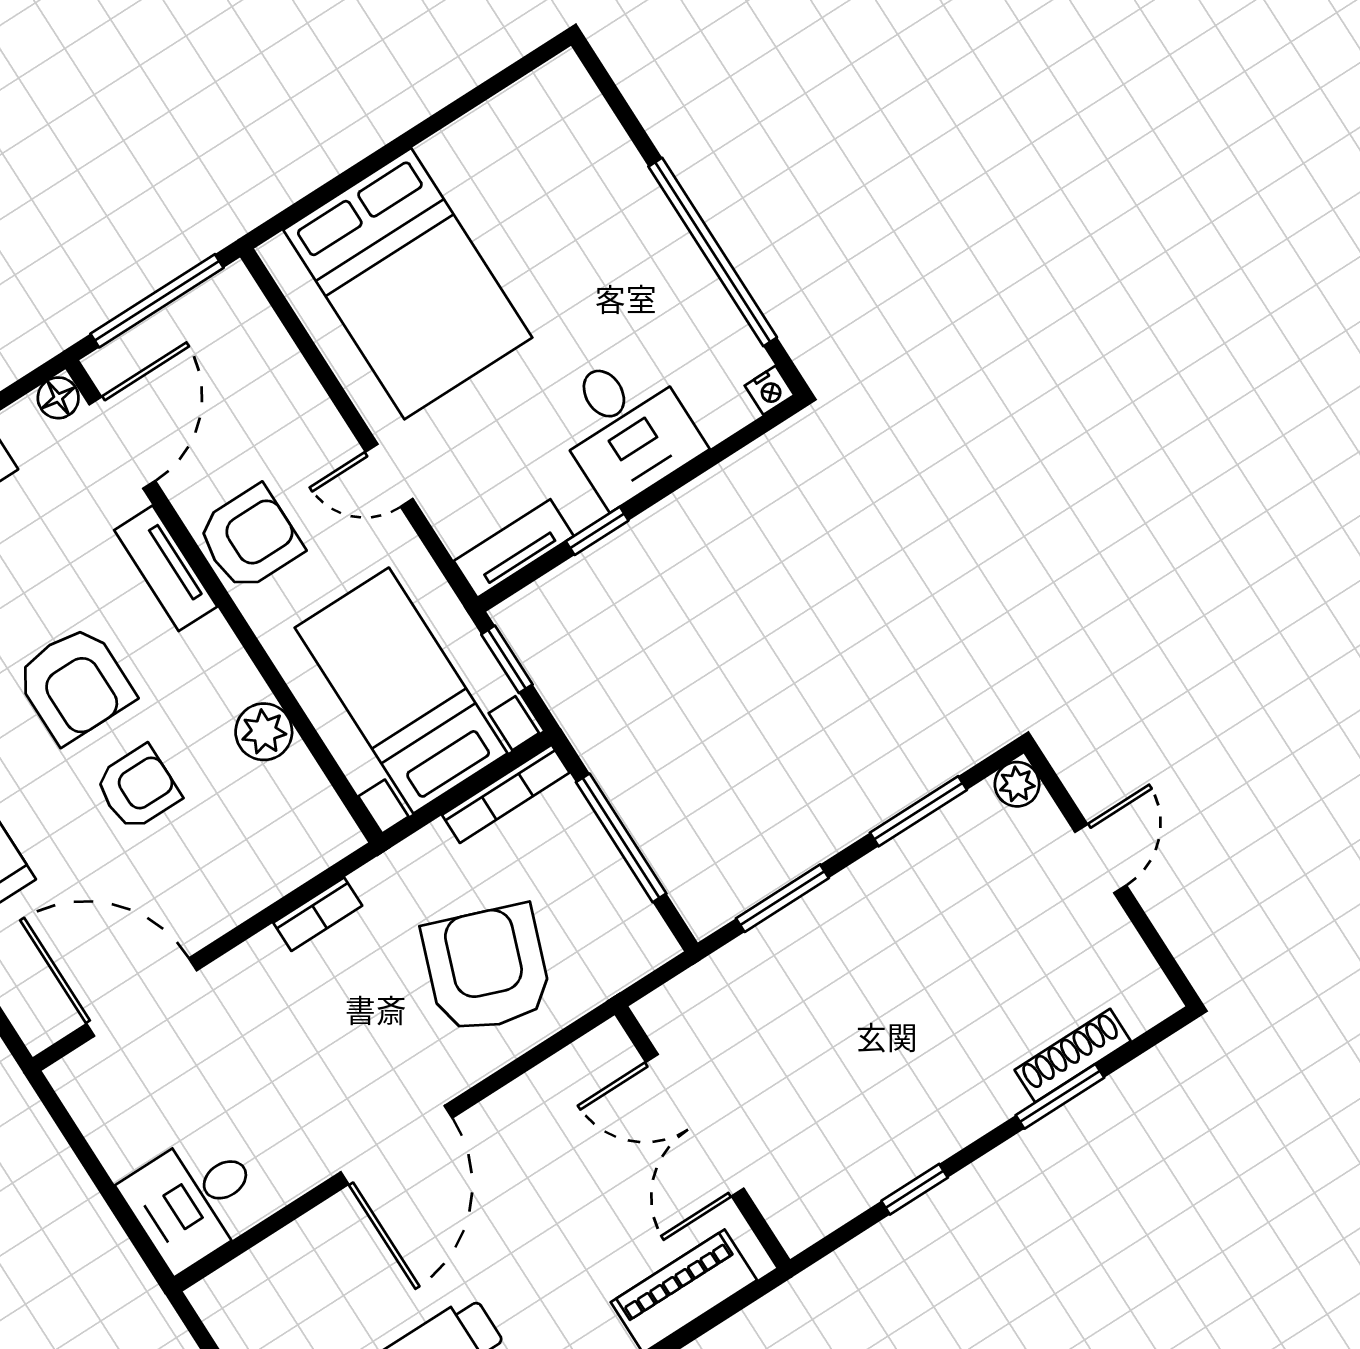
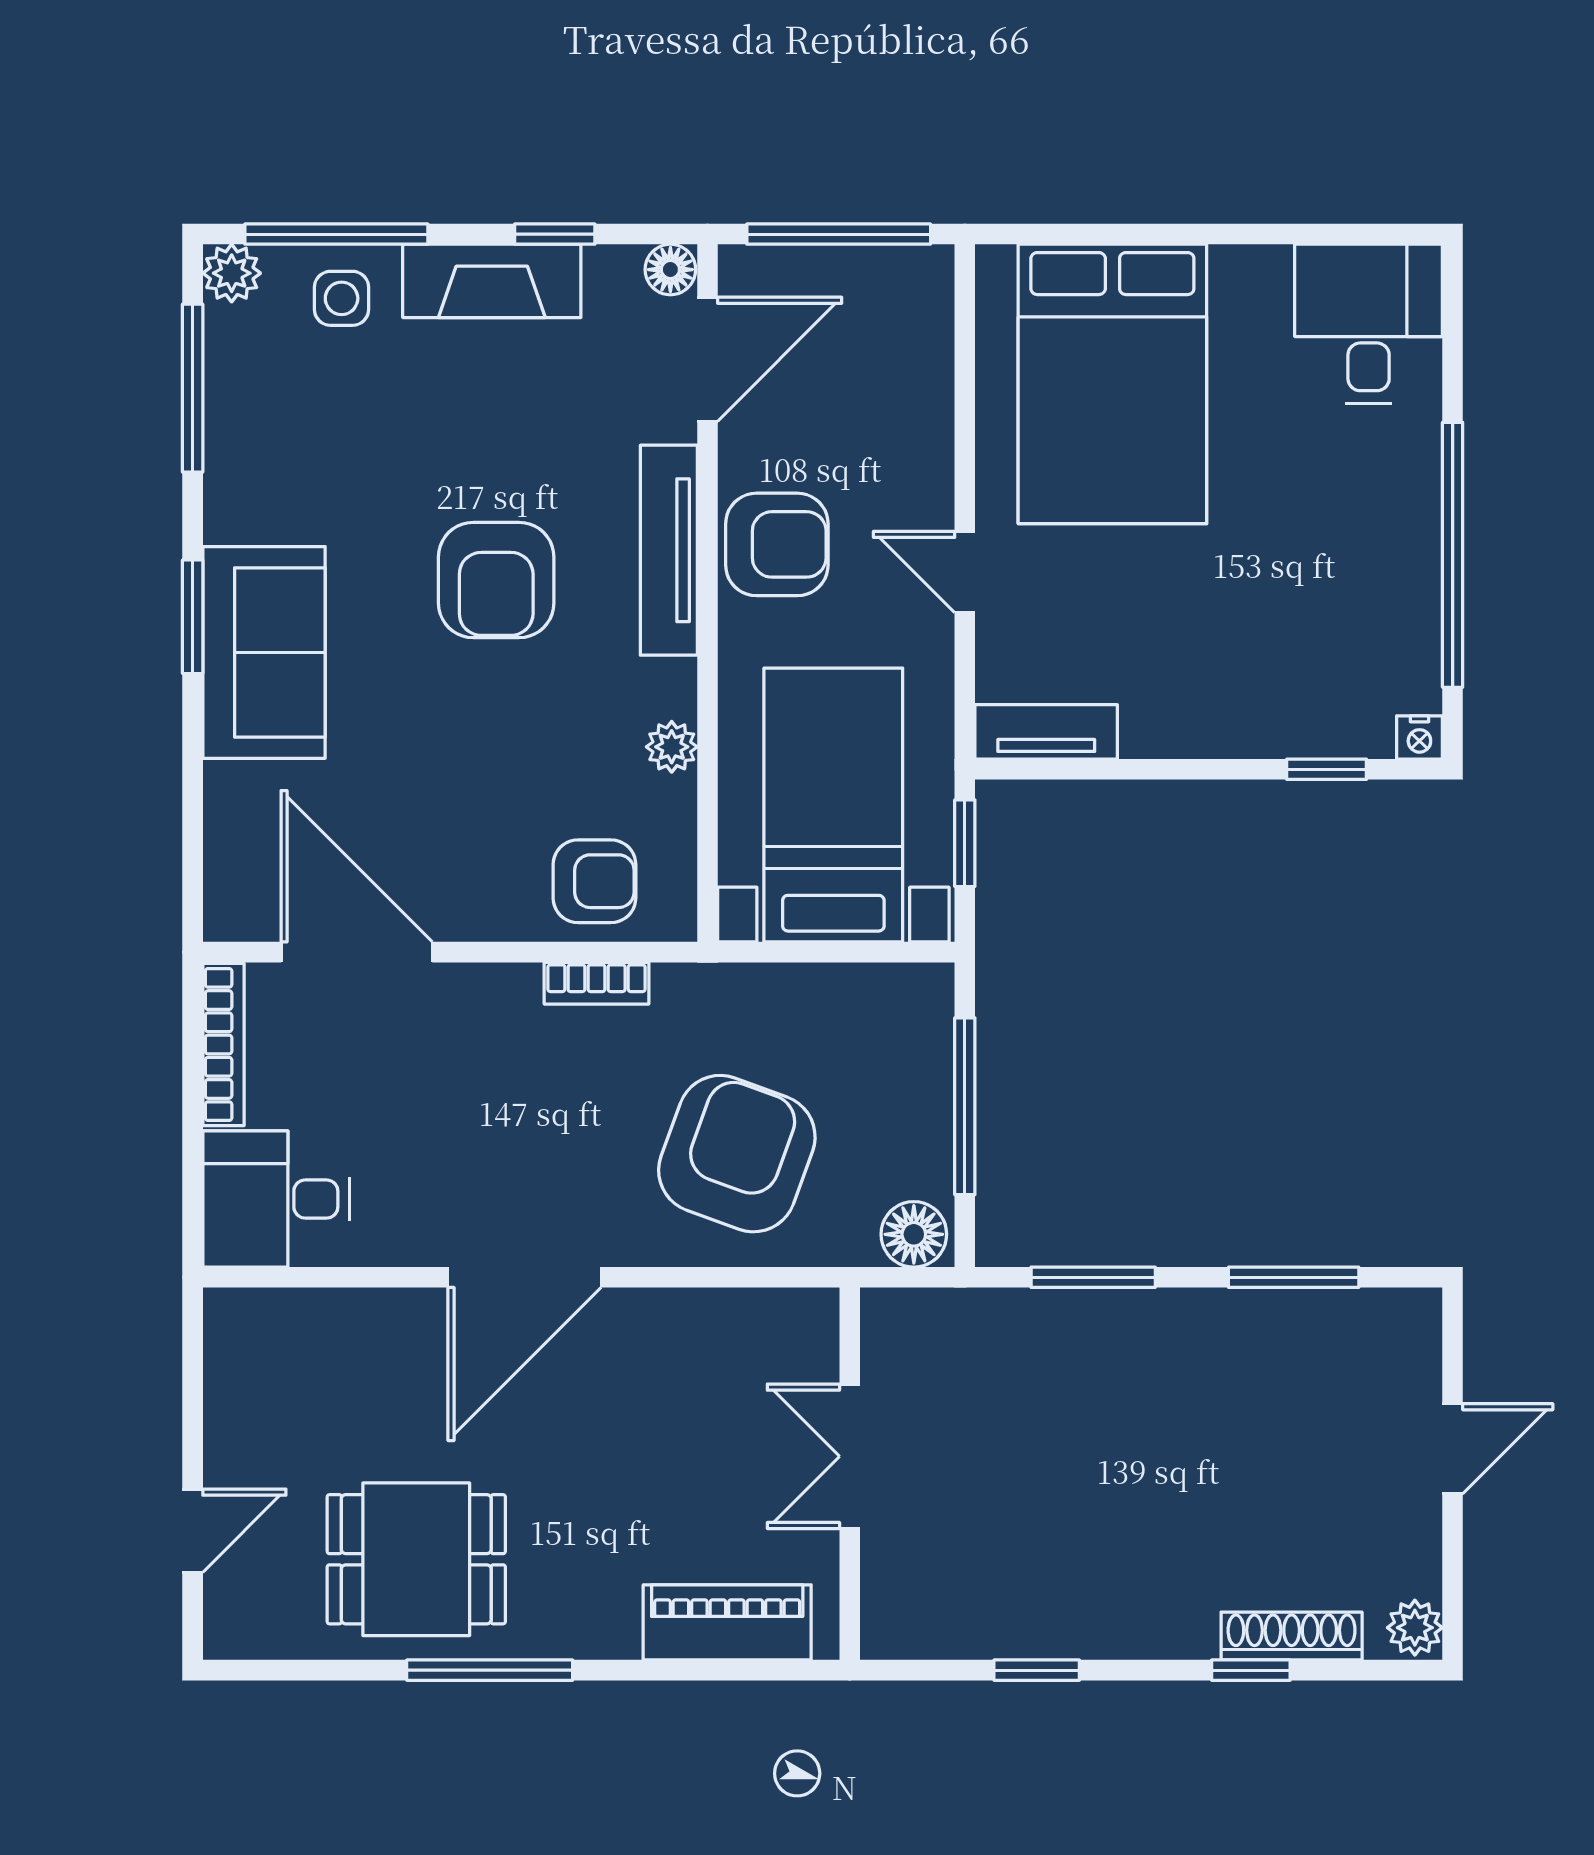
desk: (625, 427) -> (1369, 324), moved, turned 180
window: (597, 531) -> (1327, 769), moved
tv unit: (166, 568) -> (669, 550), width x1.41
plant: (264, 732) -> (672, 747), width x0.73, depth x0.73
plant: (1017, 784) -> (1415, 1628), moved
armchair: (138, 788) -> (594, 881), moved
bookcase: (506, 794) -> (224, 1044), moved, turned -90
floor lamp: (642, 947) -> (914, 1234), added
window: (1060, 1096) -> (1251, 1670), width x0.67
double door: (695, 1125) -> (850, 1456), width x0.73

